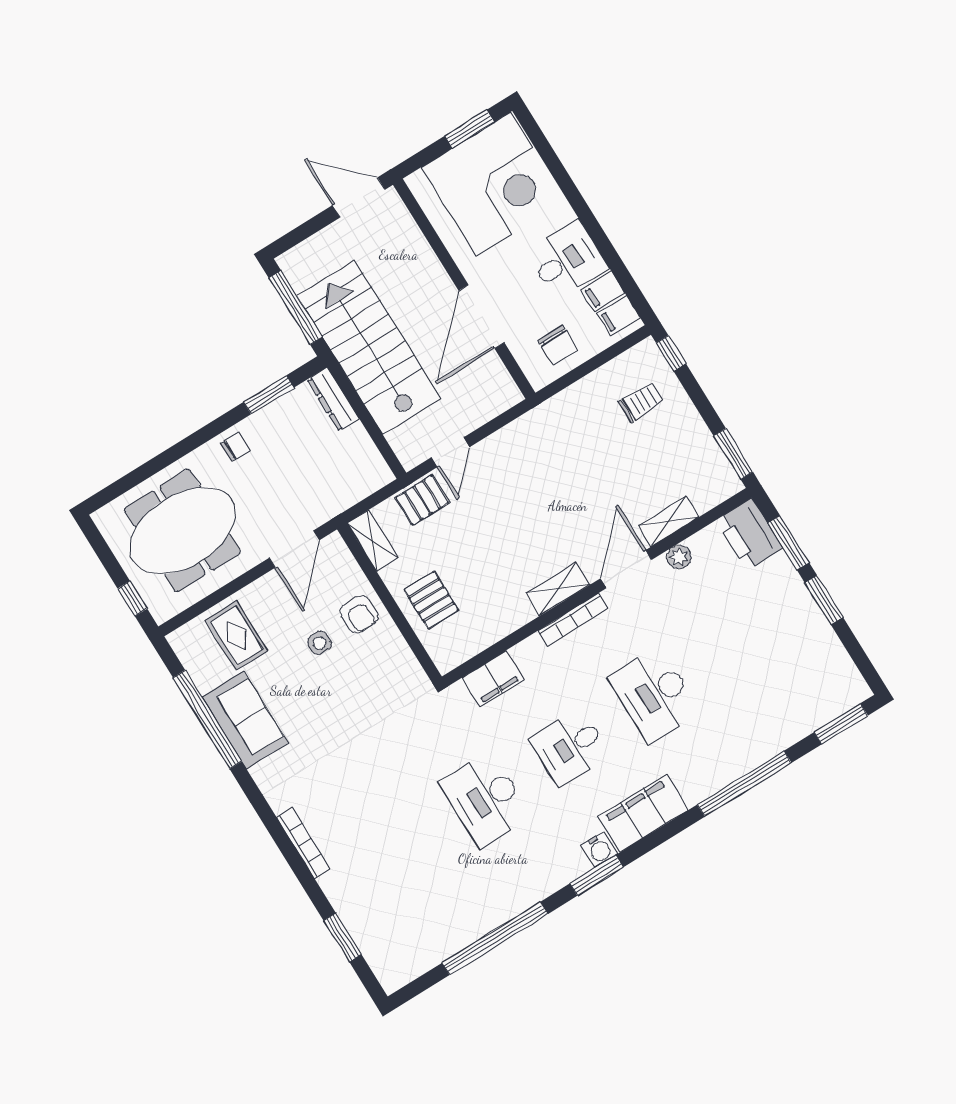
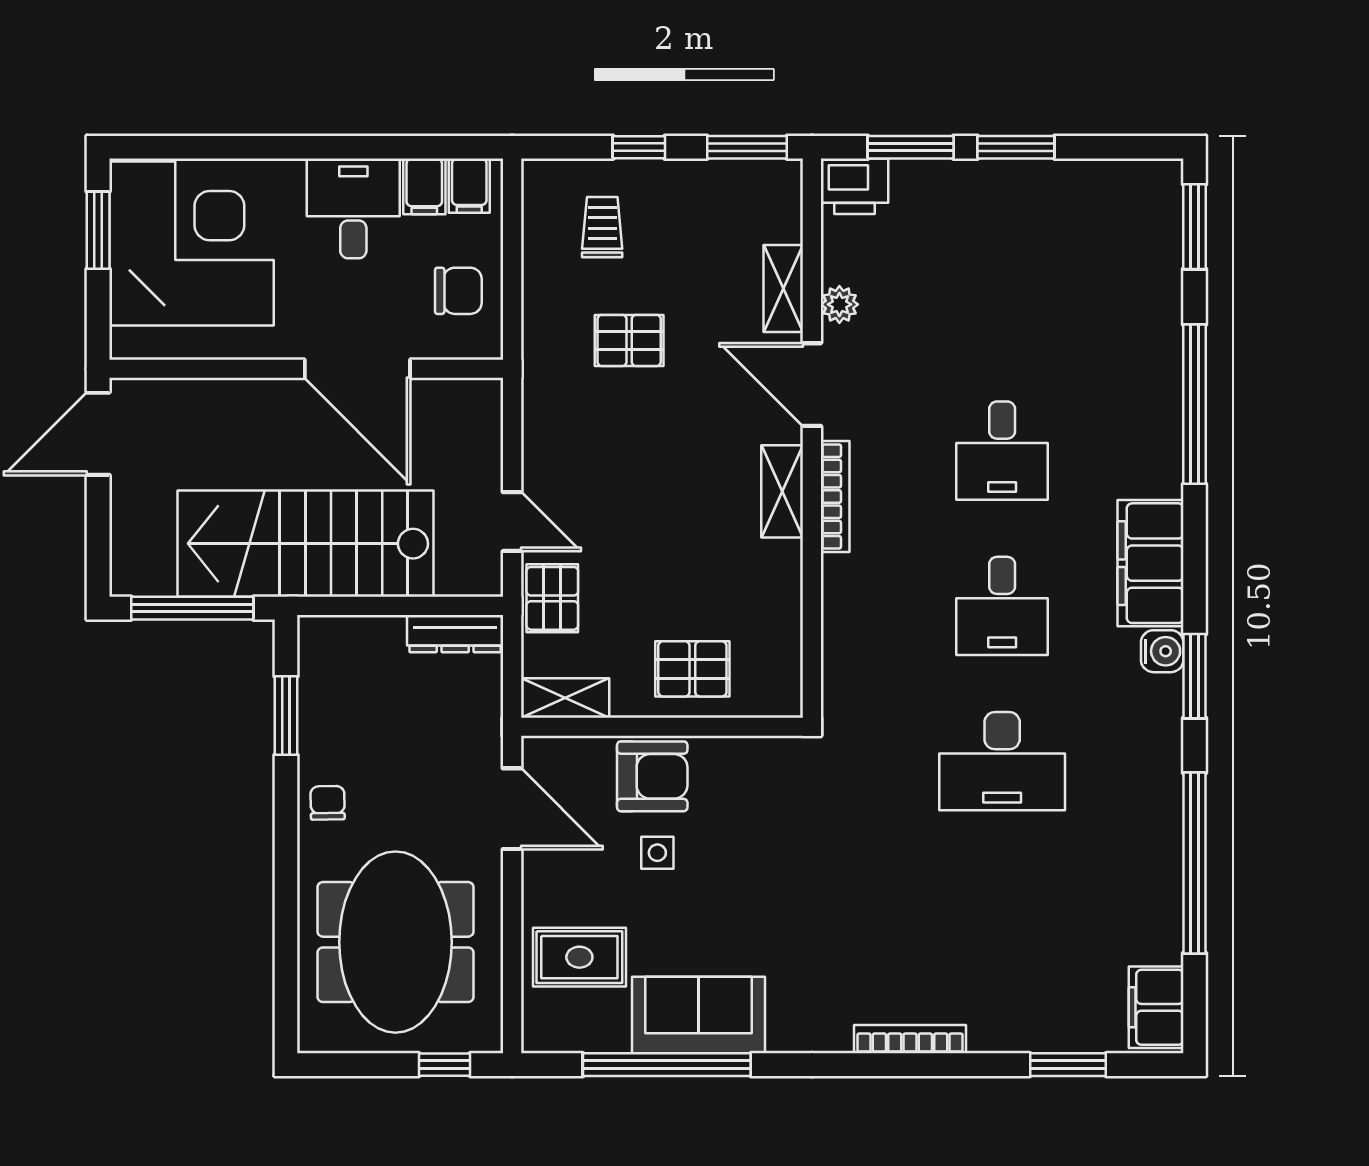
window: (671, 353) -> (639, 147), moved
dresser: (333, 399) -> (455, 634), moved
pallet: (588, 455) -> (629, 340), added
printer: (750, 534) -> (855, 186), width x0.73, depth x0.84
armchair: (359, 614) -> (652, 776), width x1.38, depth x1.38
filing cabinet: (493, 679) -> (1156, 1007), moved, turned 180
desk: (654, 695) -> (1002, 451), width x0.73

